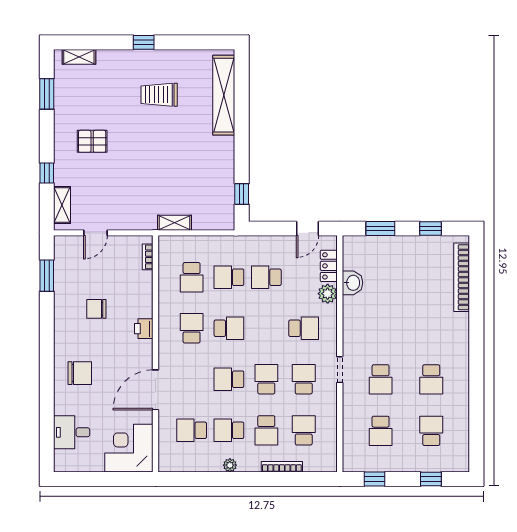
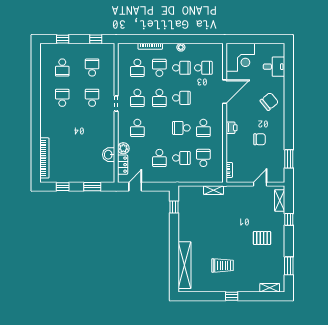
school desk: (266, 277) -> (159, 158), turned 90
school desk: (304, 328) -> (137, 128), turned -90
chair: (80, 373) -> (269, 101), turned 141

